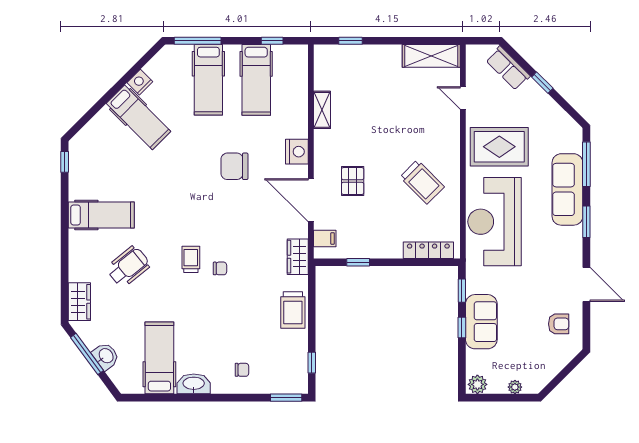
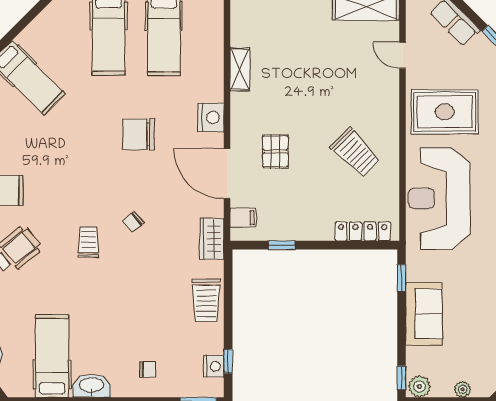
nightstand: (140, 82) -> (214, 366), moved, turned 135
chair: (220, 268) -> (133, 222), moved, turned 139
window: (462, 327) -> (401, 378), moved

